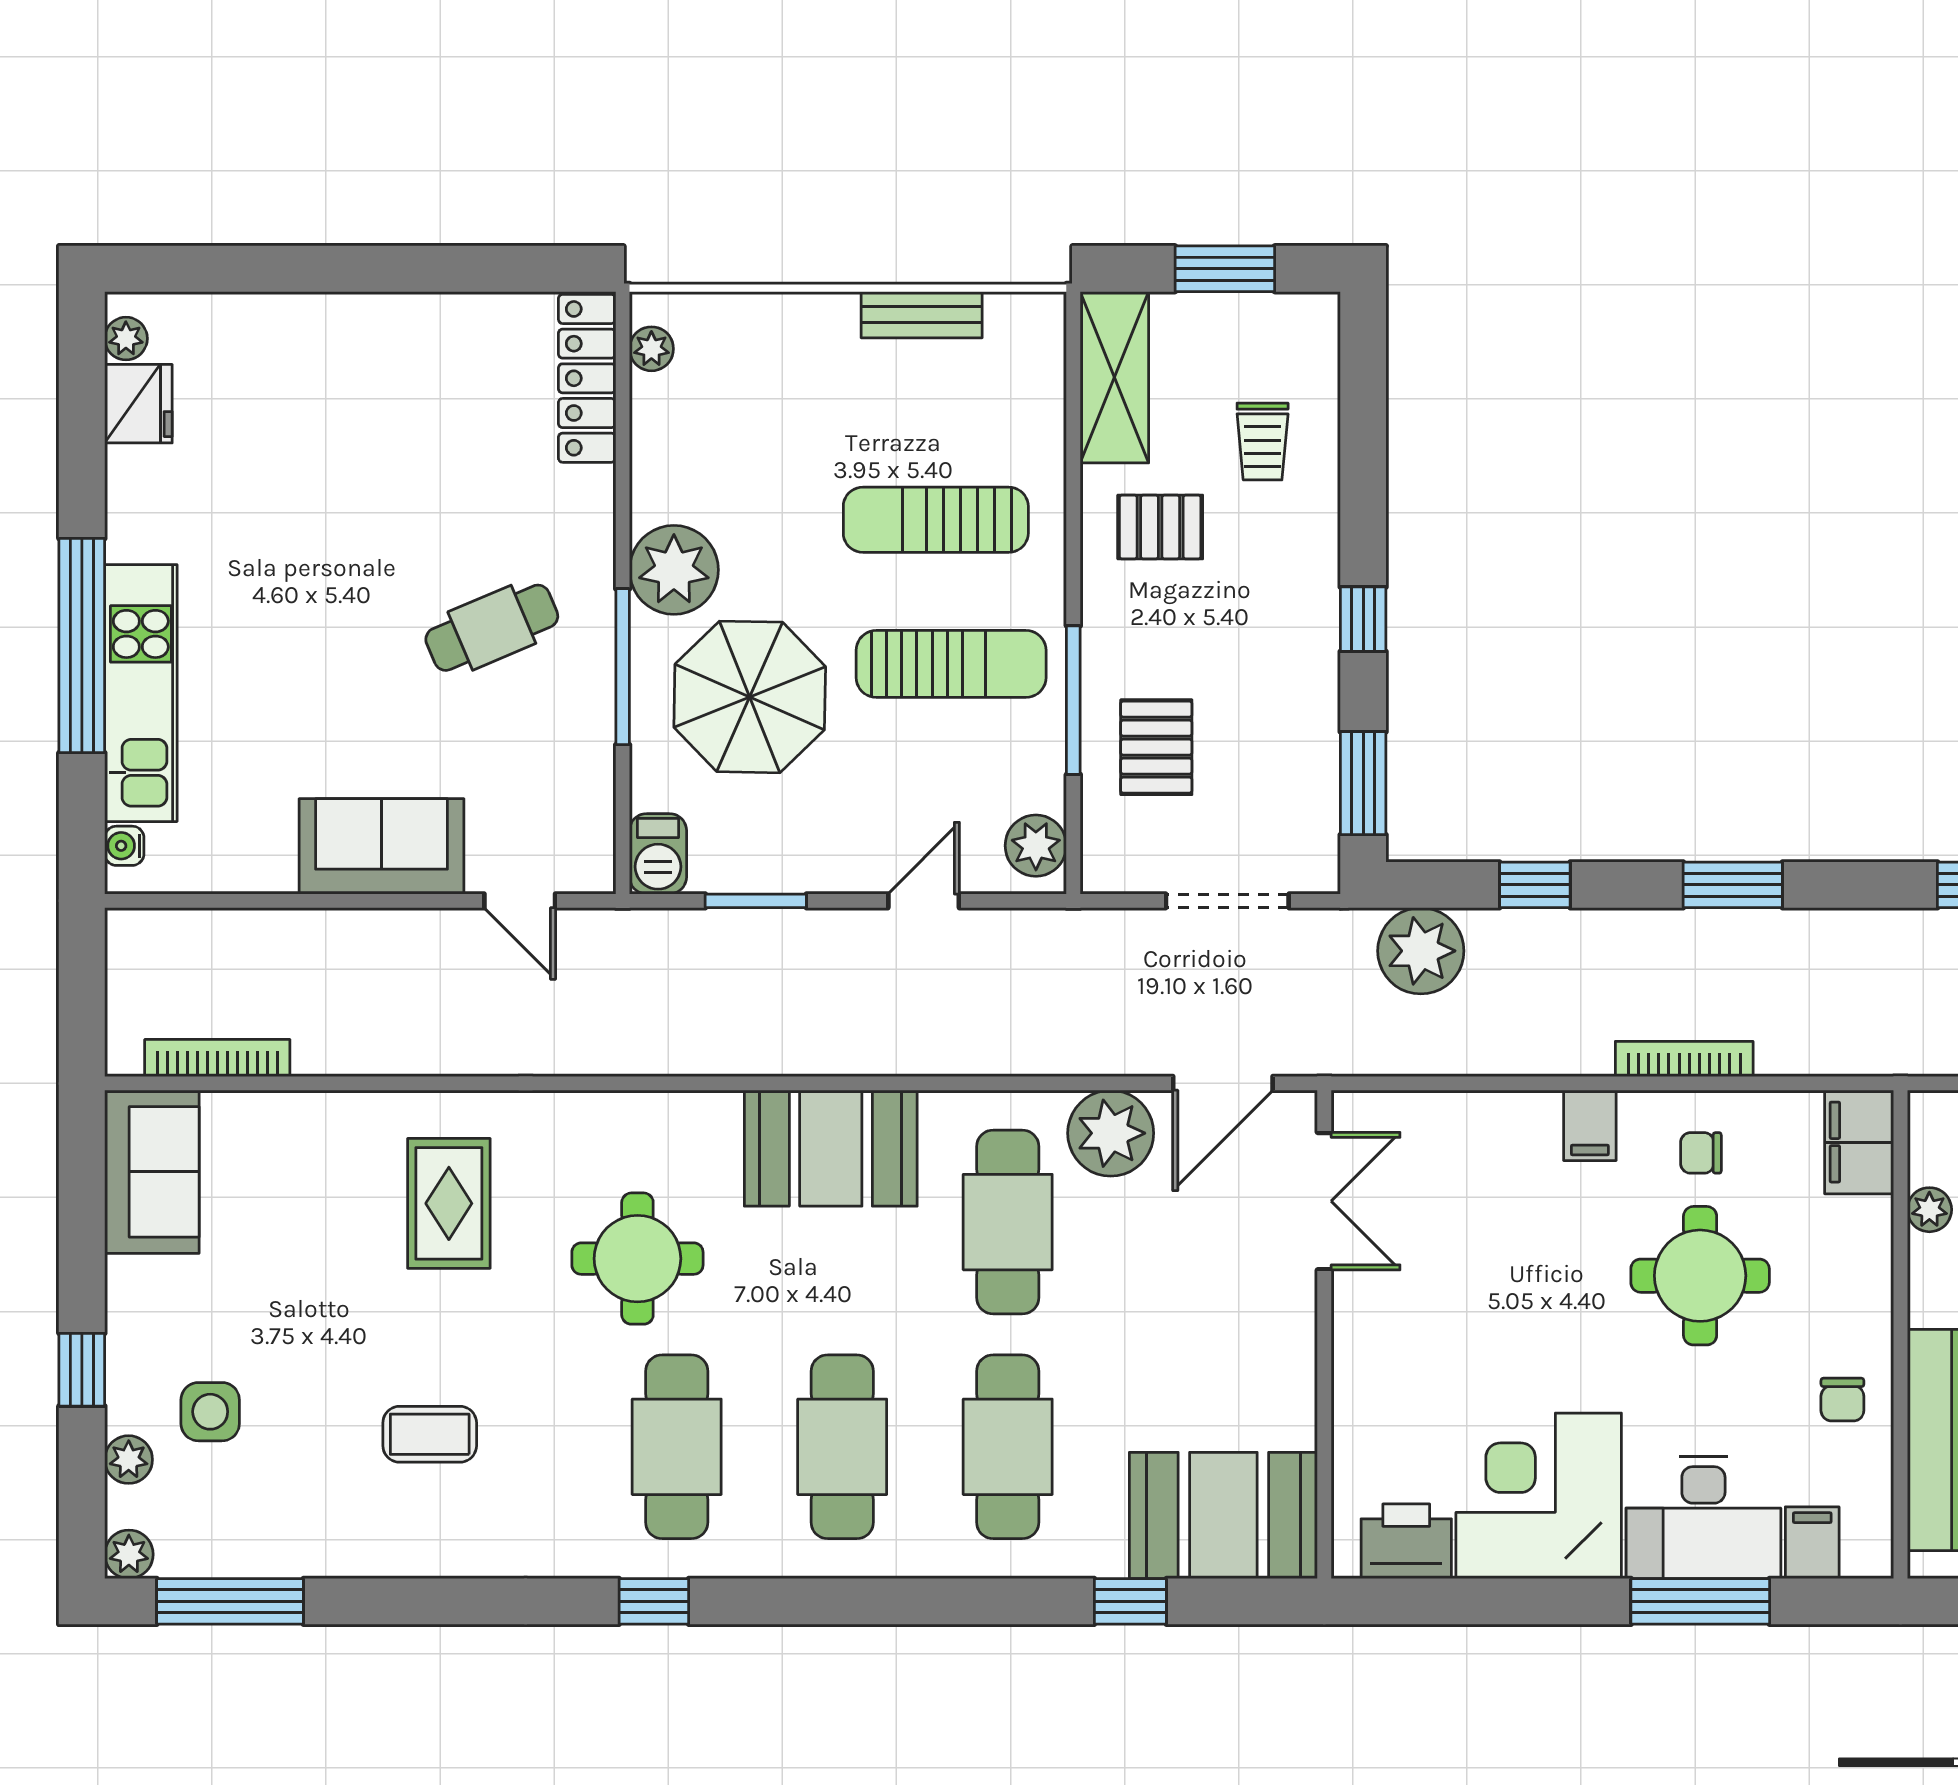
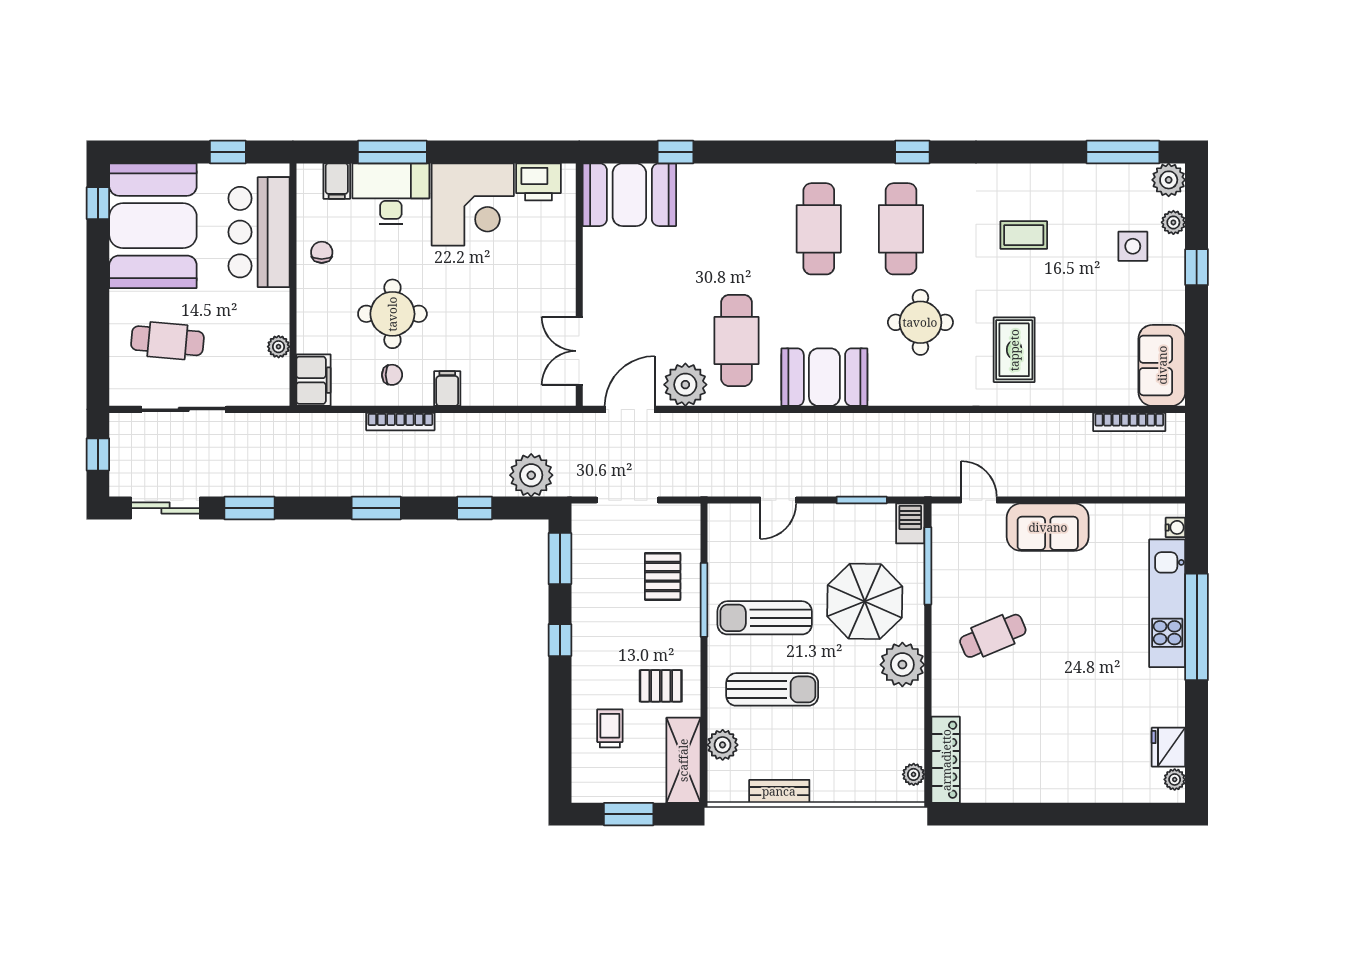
window: (623, 667) -> (928, 566), moved
plant: (1036, 846) -> (723, 745), moved
cafe table: (1008, 1447) -> (737, 229), removed
plant: (129, 1554) -> (1169, 180), width x1.38, depth x1.38

